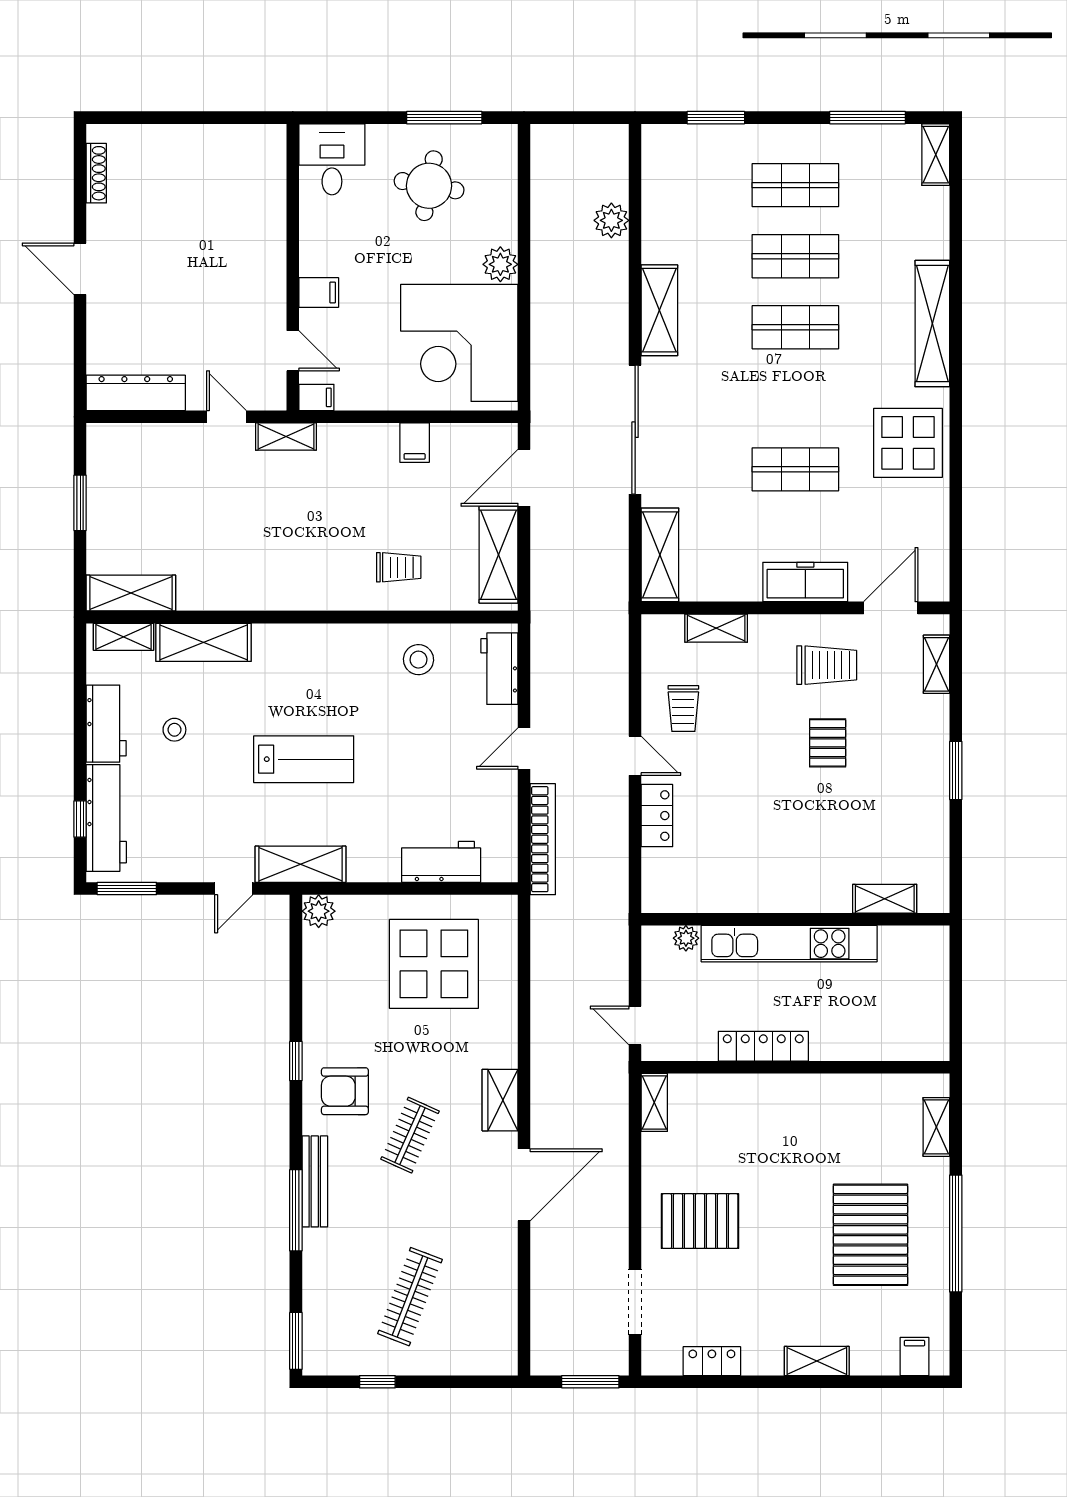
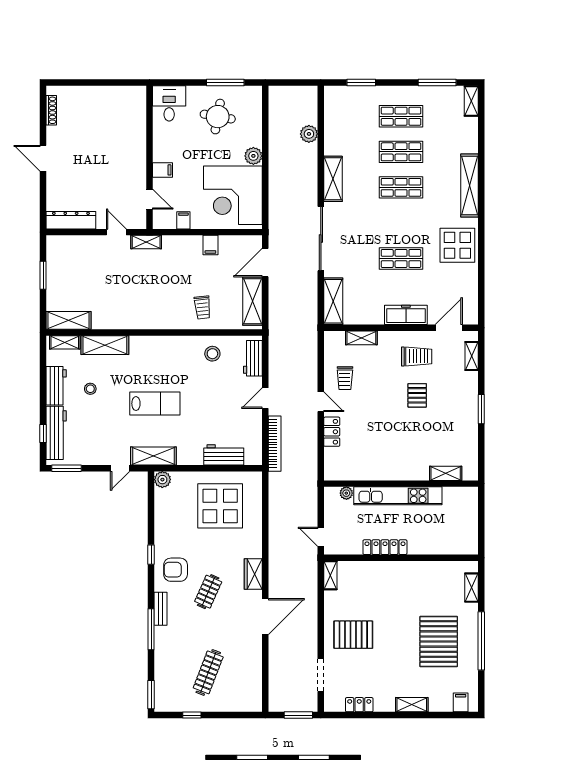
filing cabinet: (316, 397) -> (183, 220), moved, turned -90
trolley: (399, 567) -> (203, 307), turned 84
bench: (315, 1181) -> (161, 609), width x0.73

